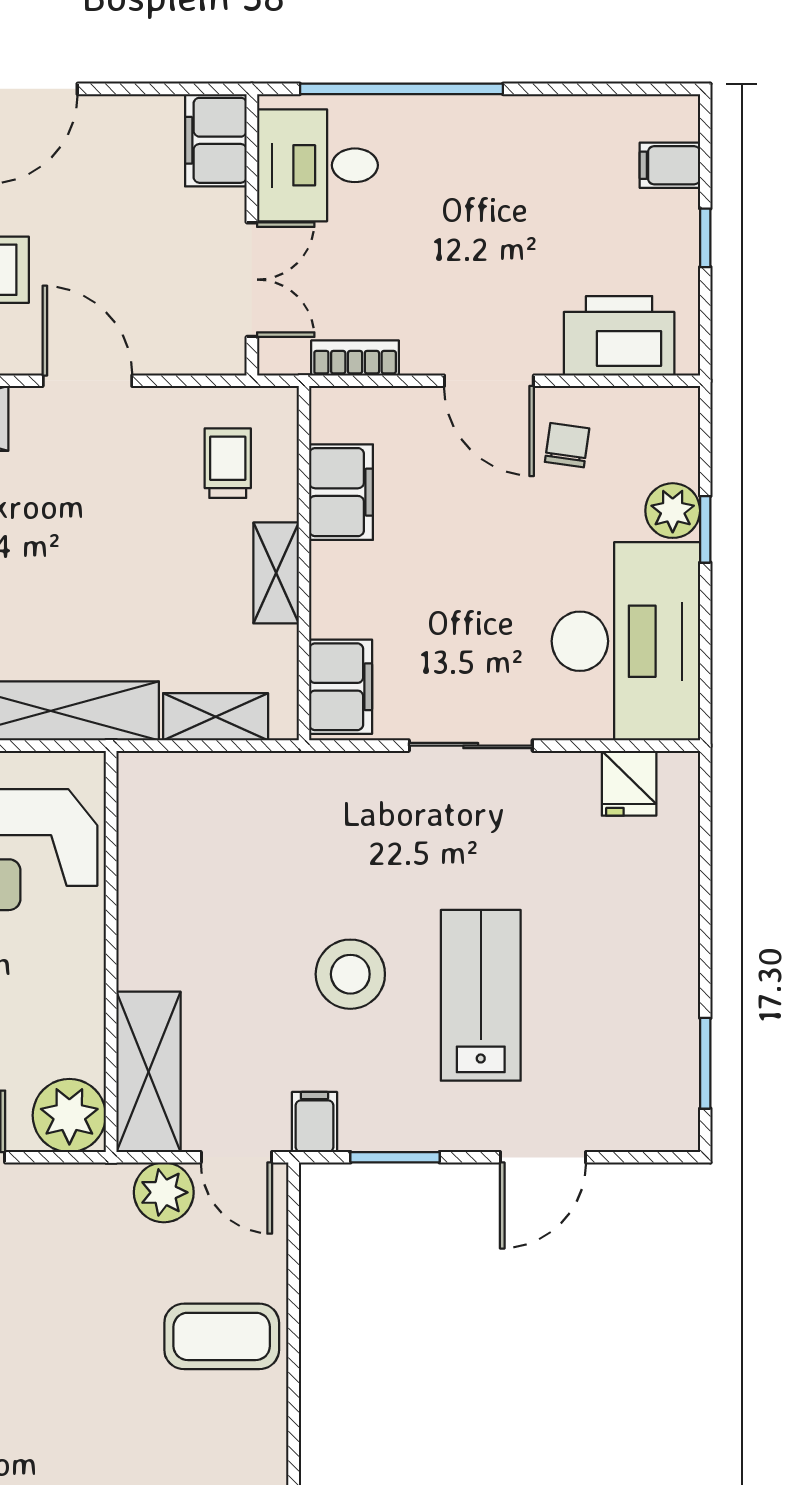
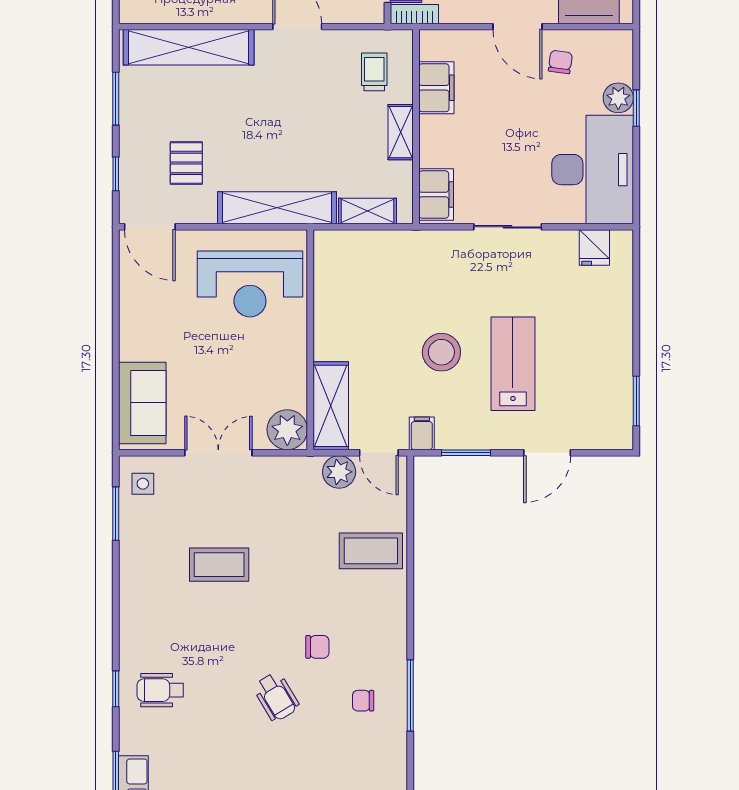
bookcase: (355, 358) -> (414, 14), moved

